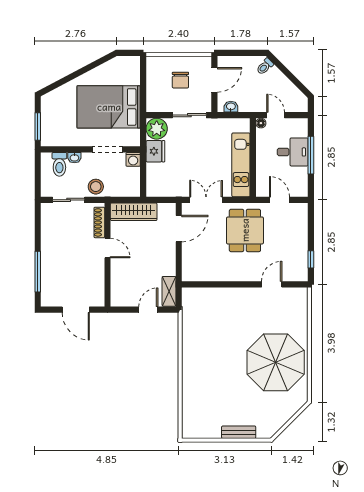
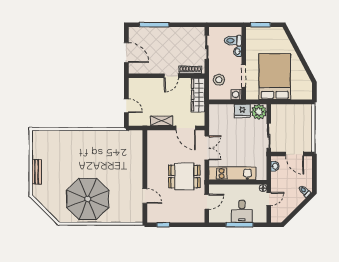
chair: (180, 80) -> (294, 129), removed
stool: (96, 187) -> (219, 80), moved
shelving: (169, 291) -> (162, 121), moved
door: (76, 310) -> (126, 53), swing flipped

